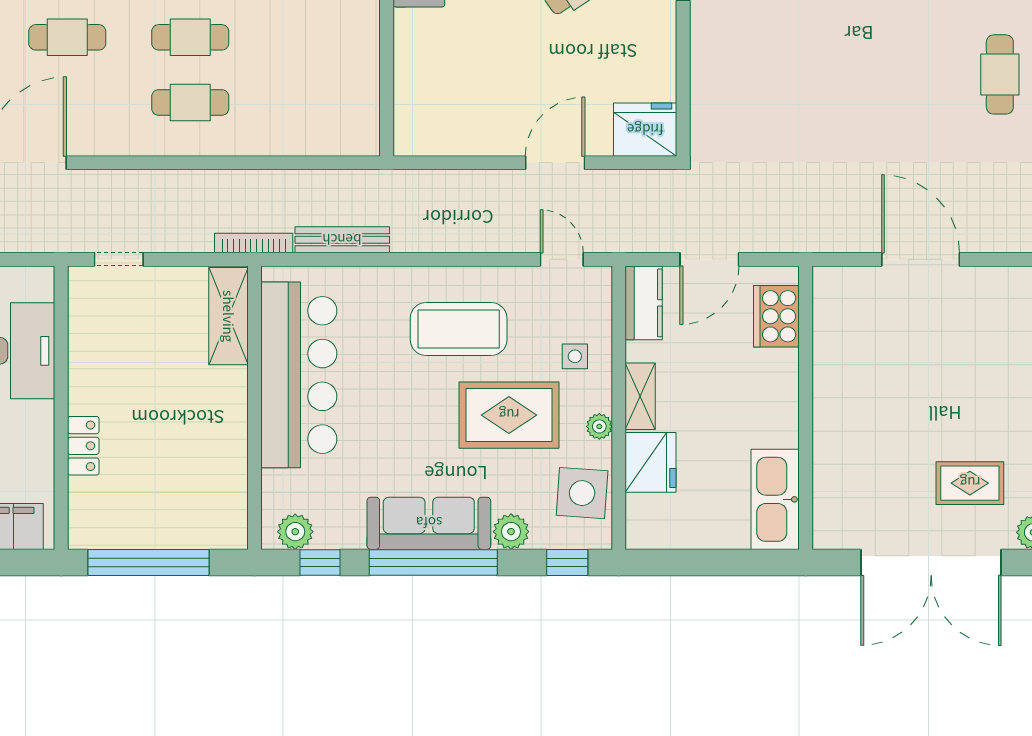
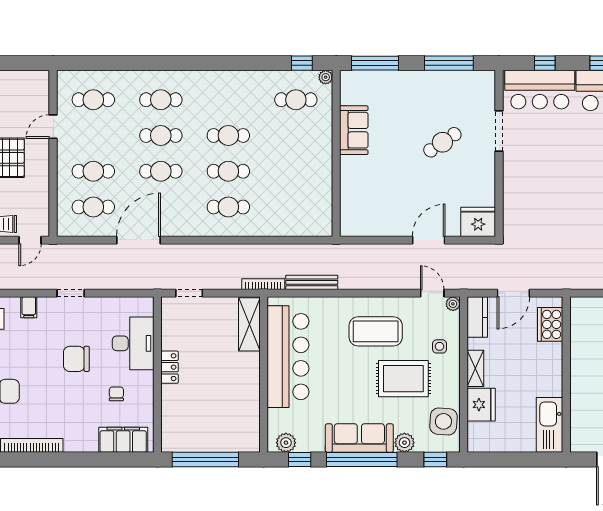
plant: (599, 426) -> (453, 304), moved
locker: (83, 446) -> (170, 367), moved

